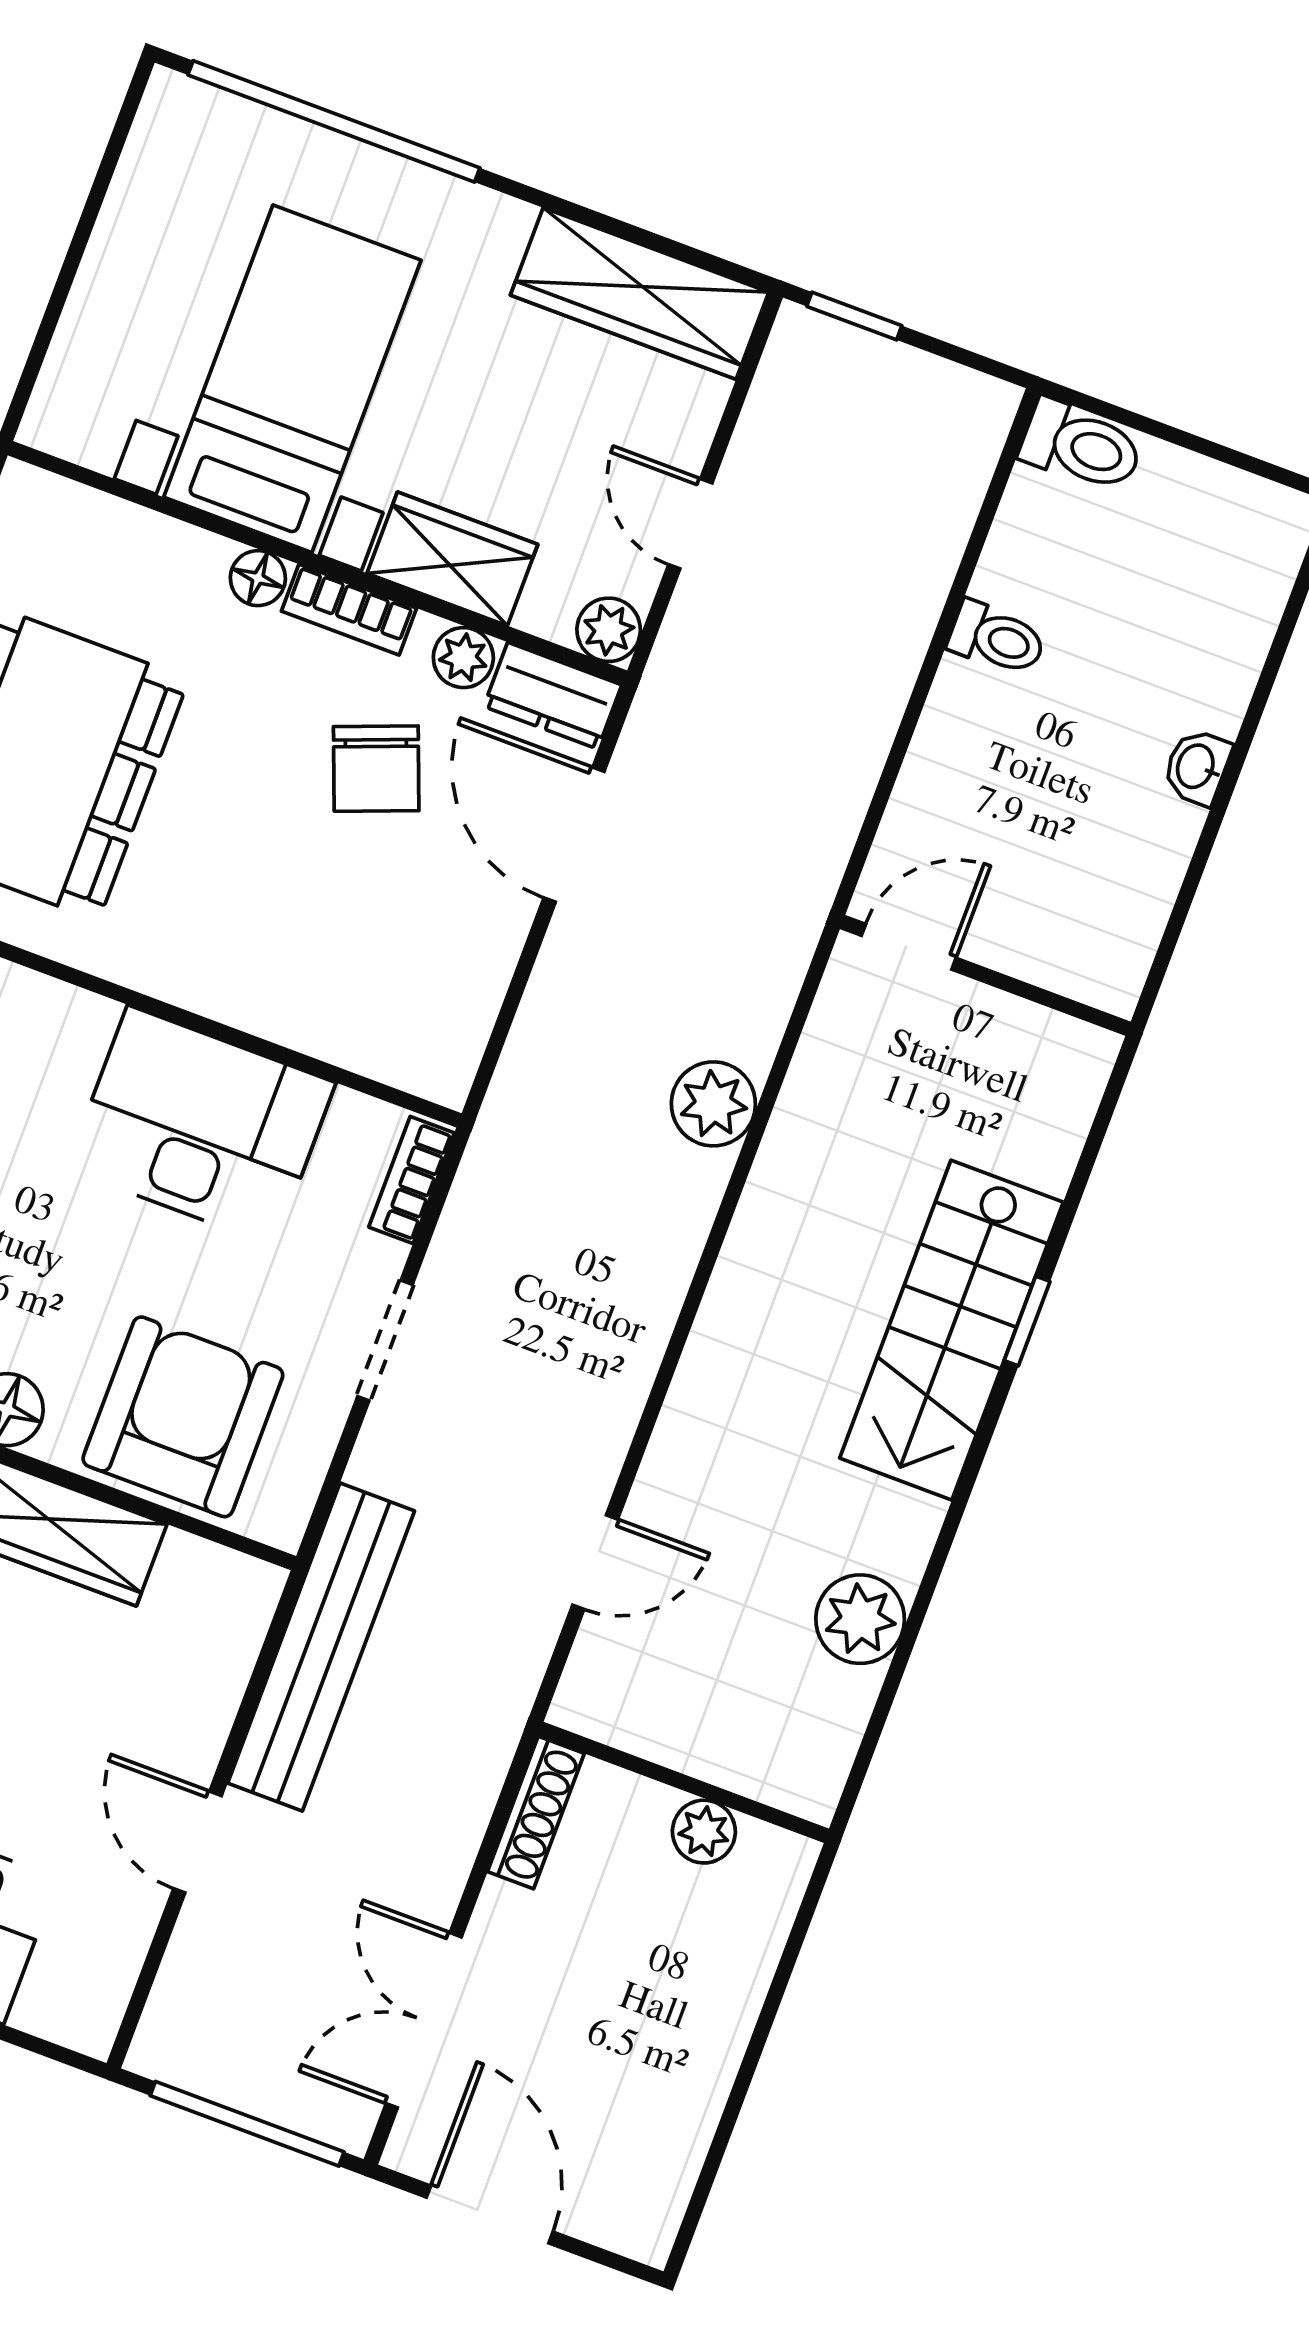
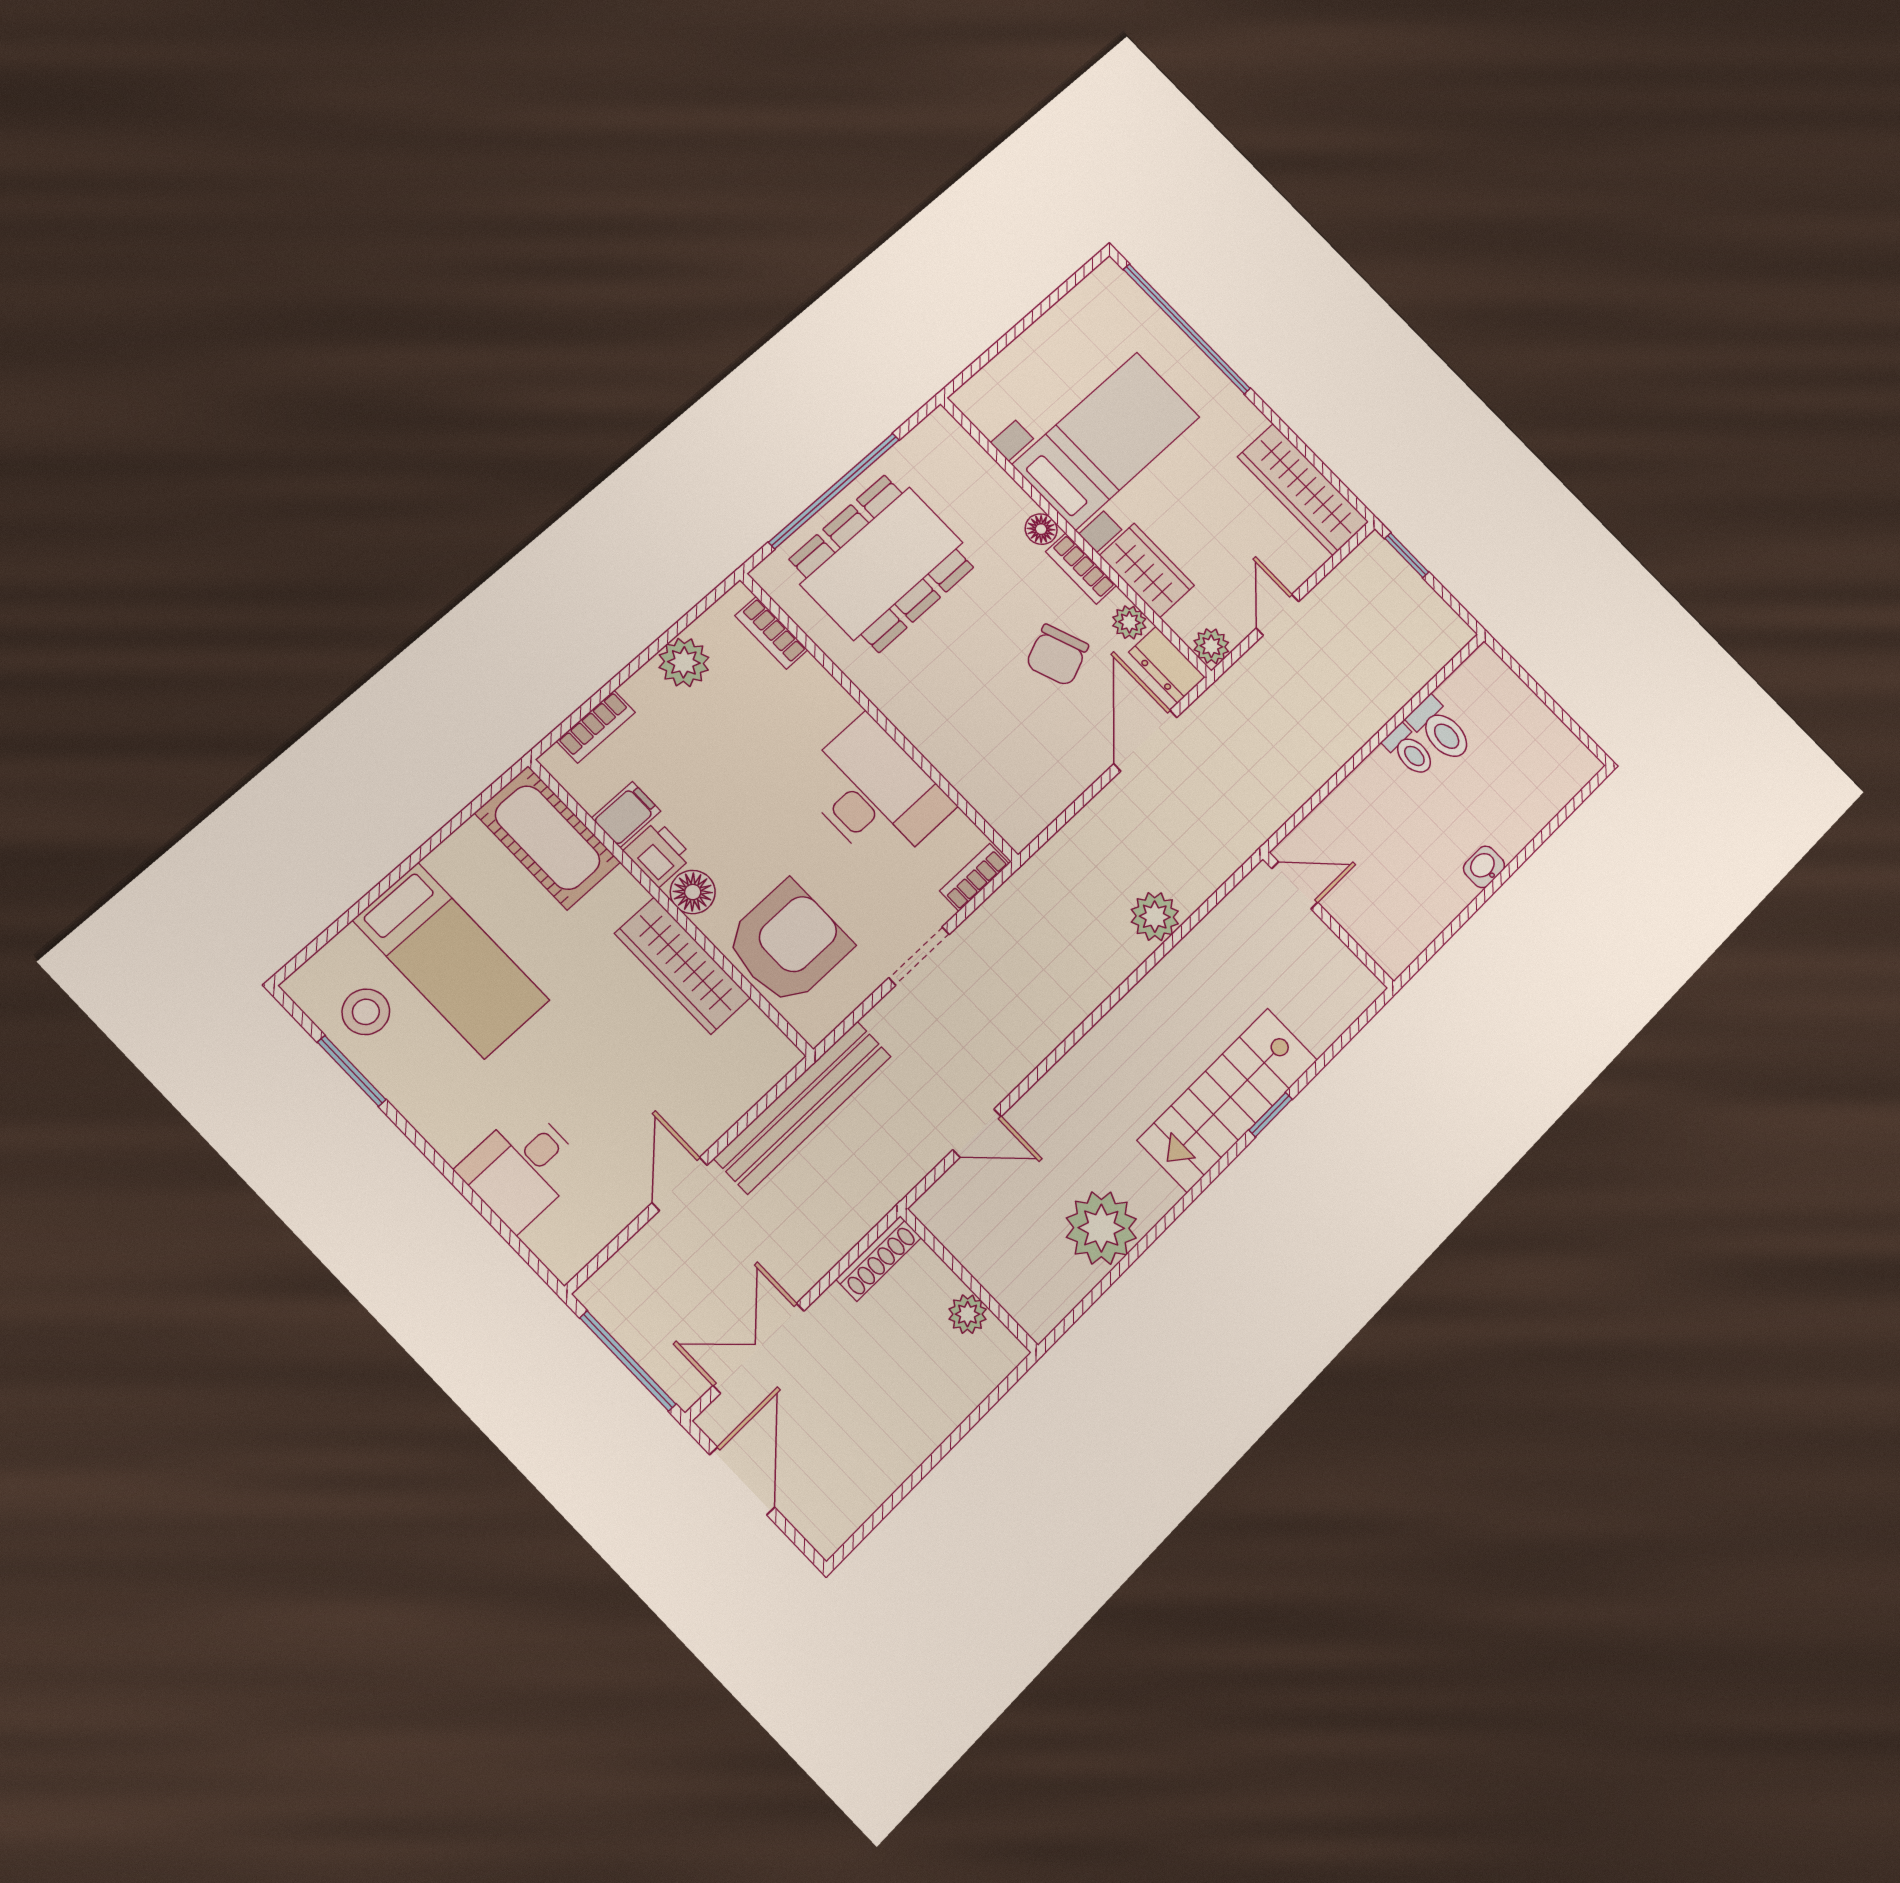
toilet: (1081, 446) -> (1440, 730), moved
plant: (860, 1619) -> (1101, 1228), width x1.36, depth x1.36

